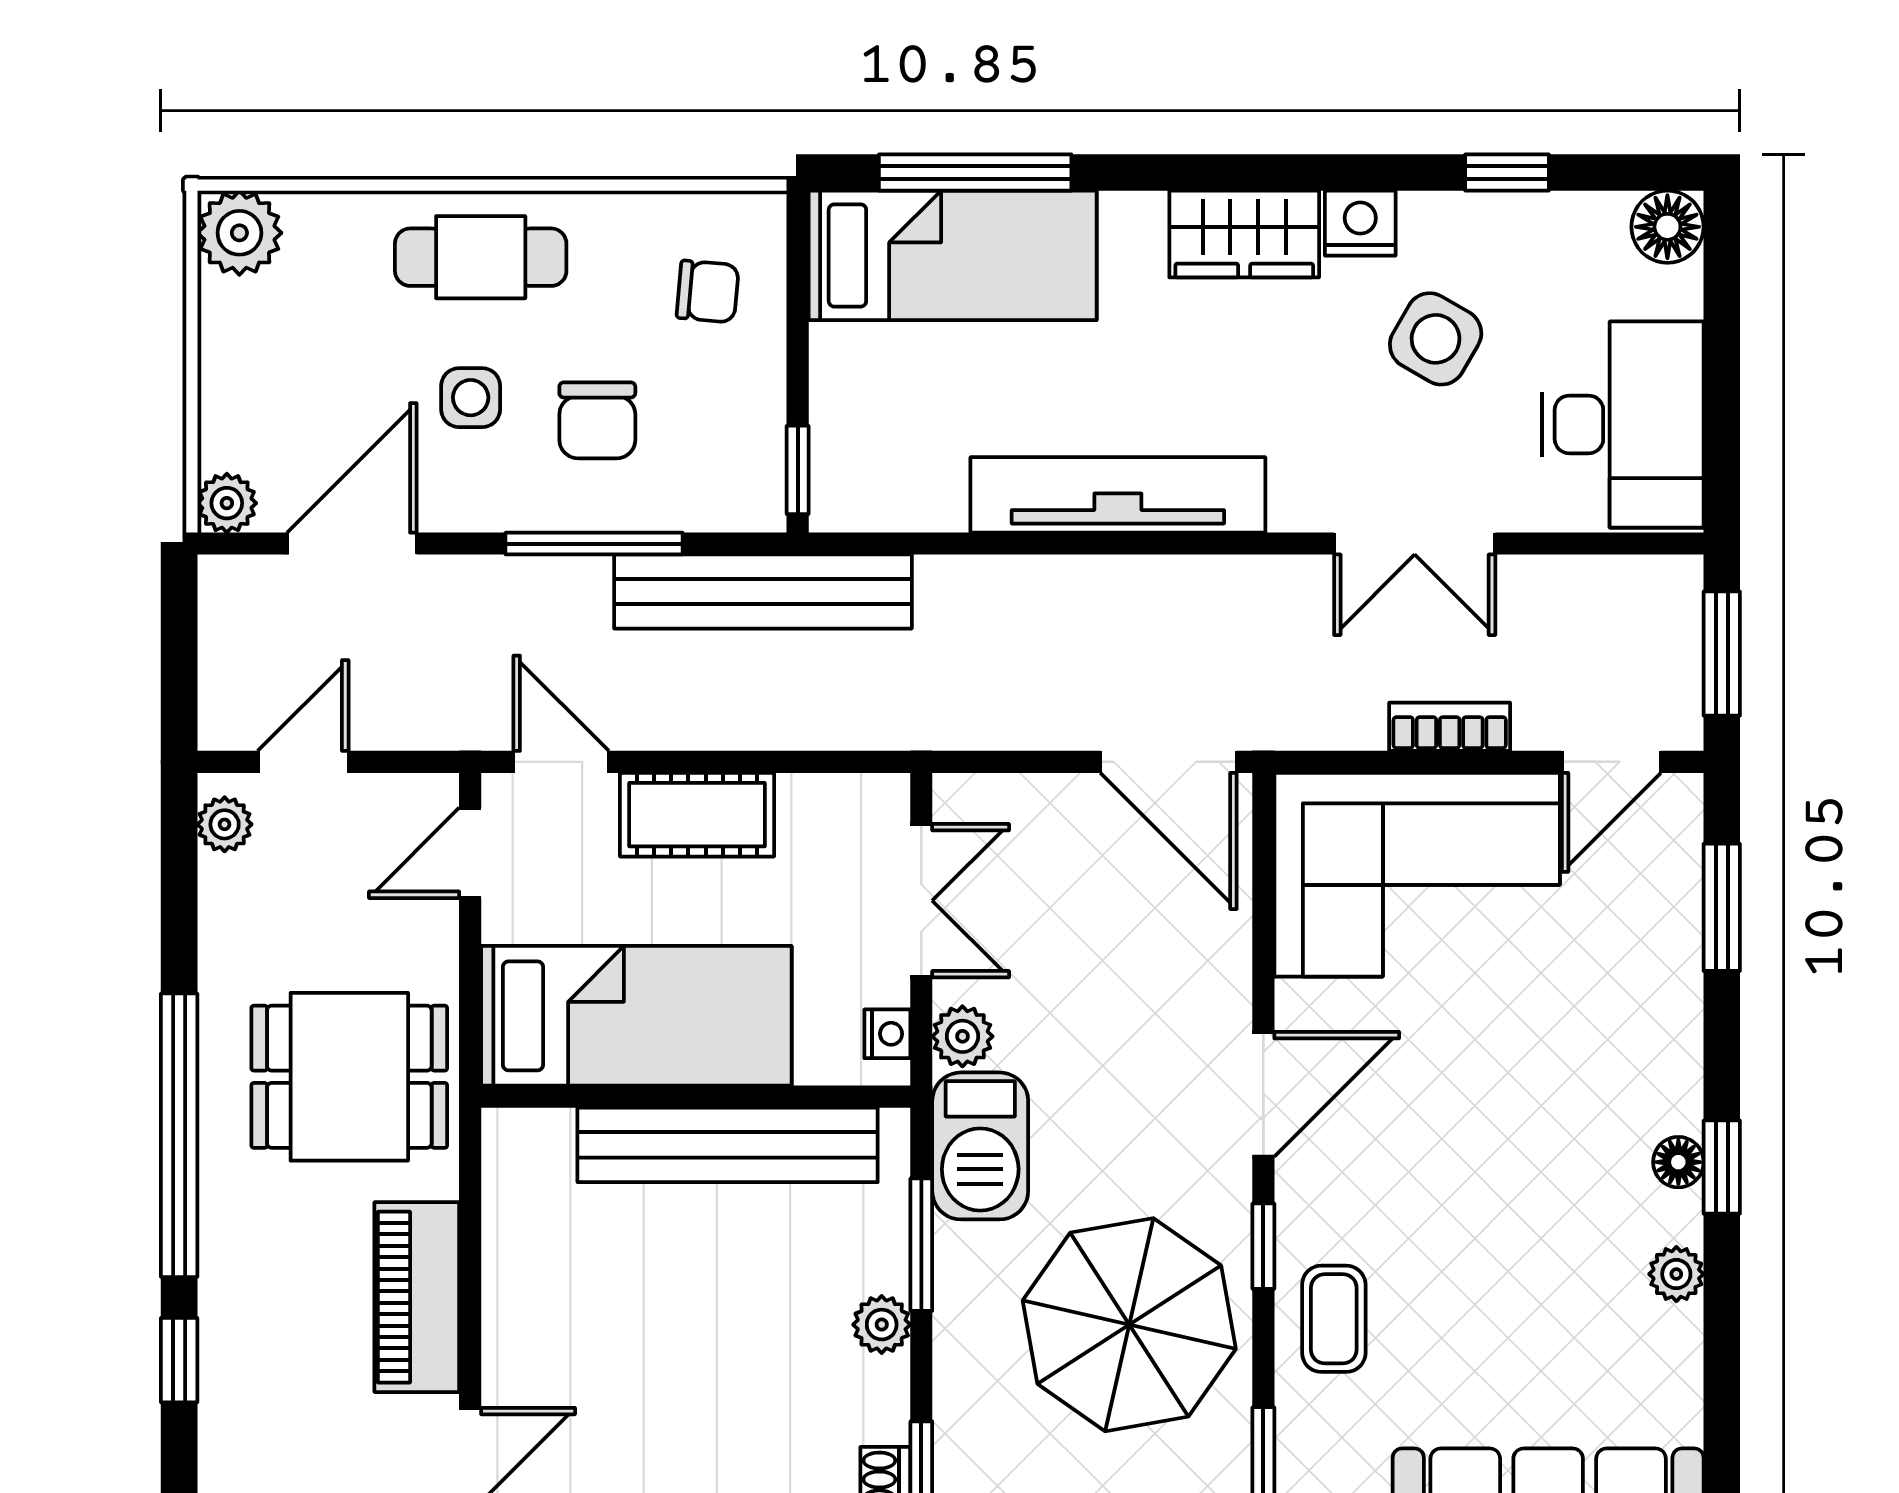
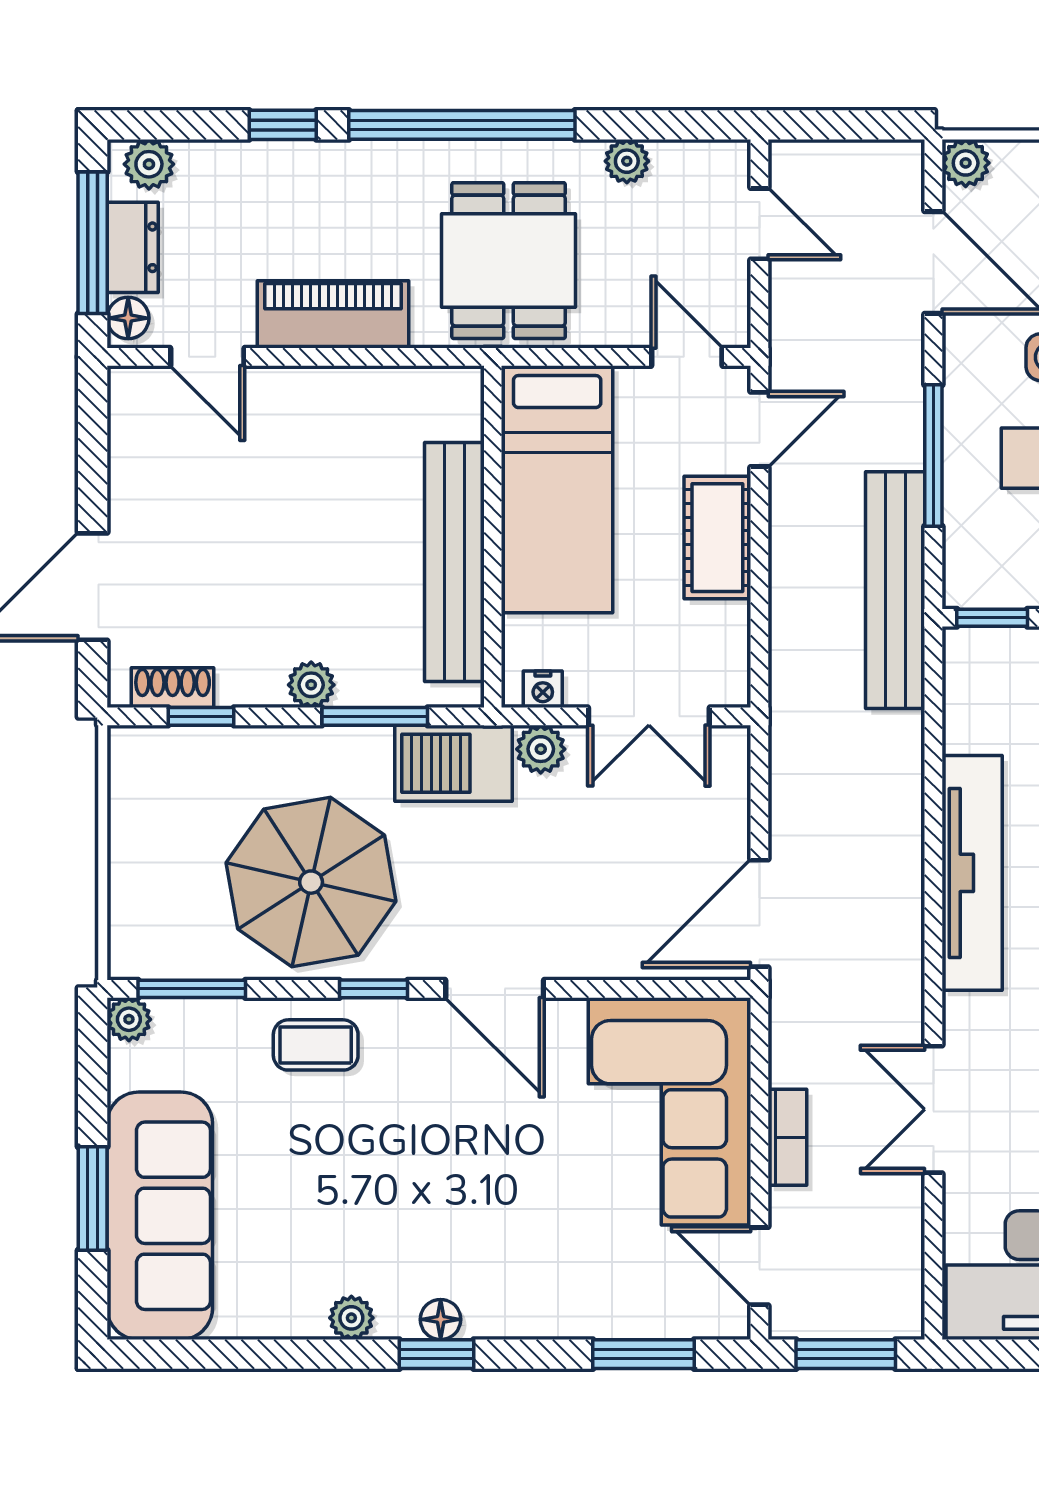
plant: (225, 824) -> (627, 161), moved

